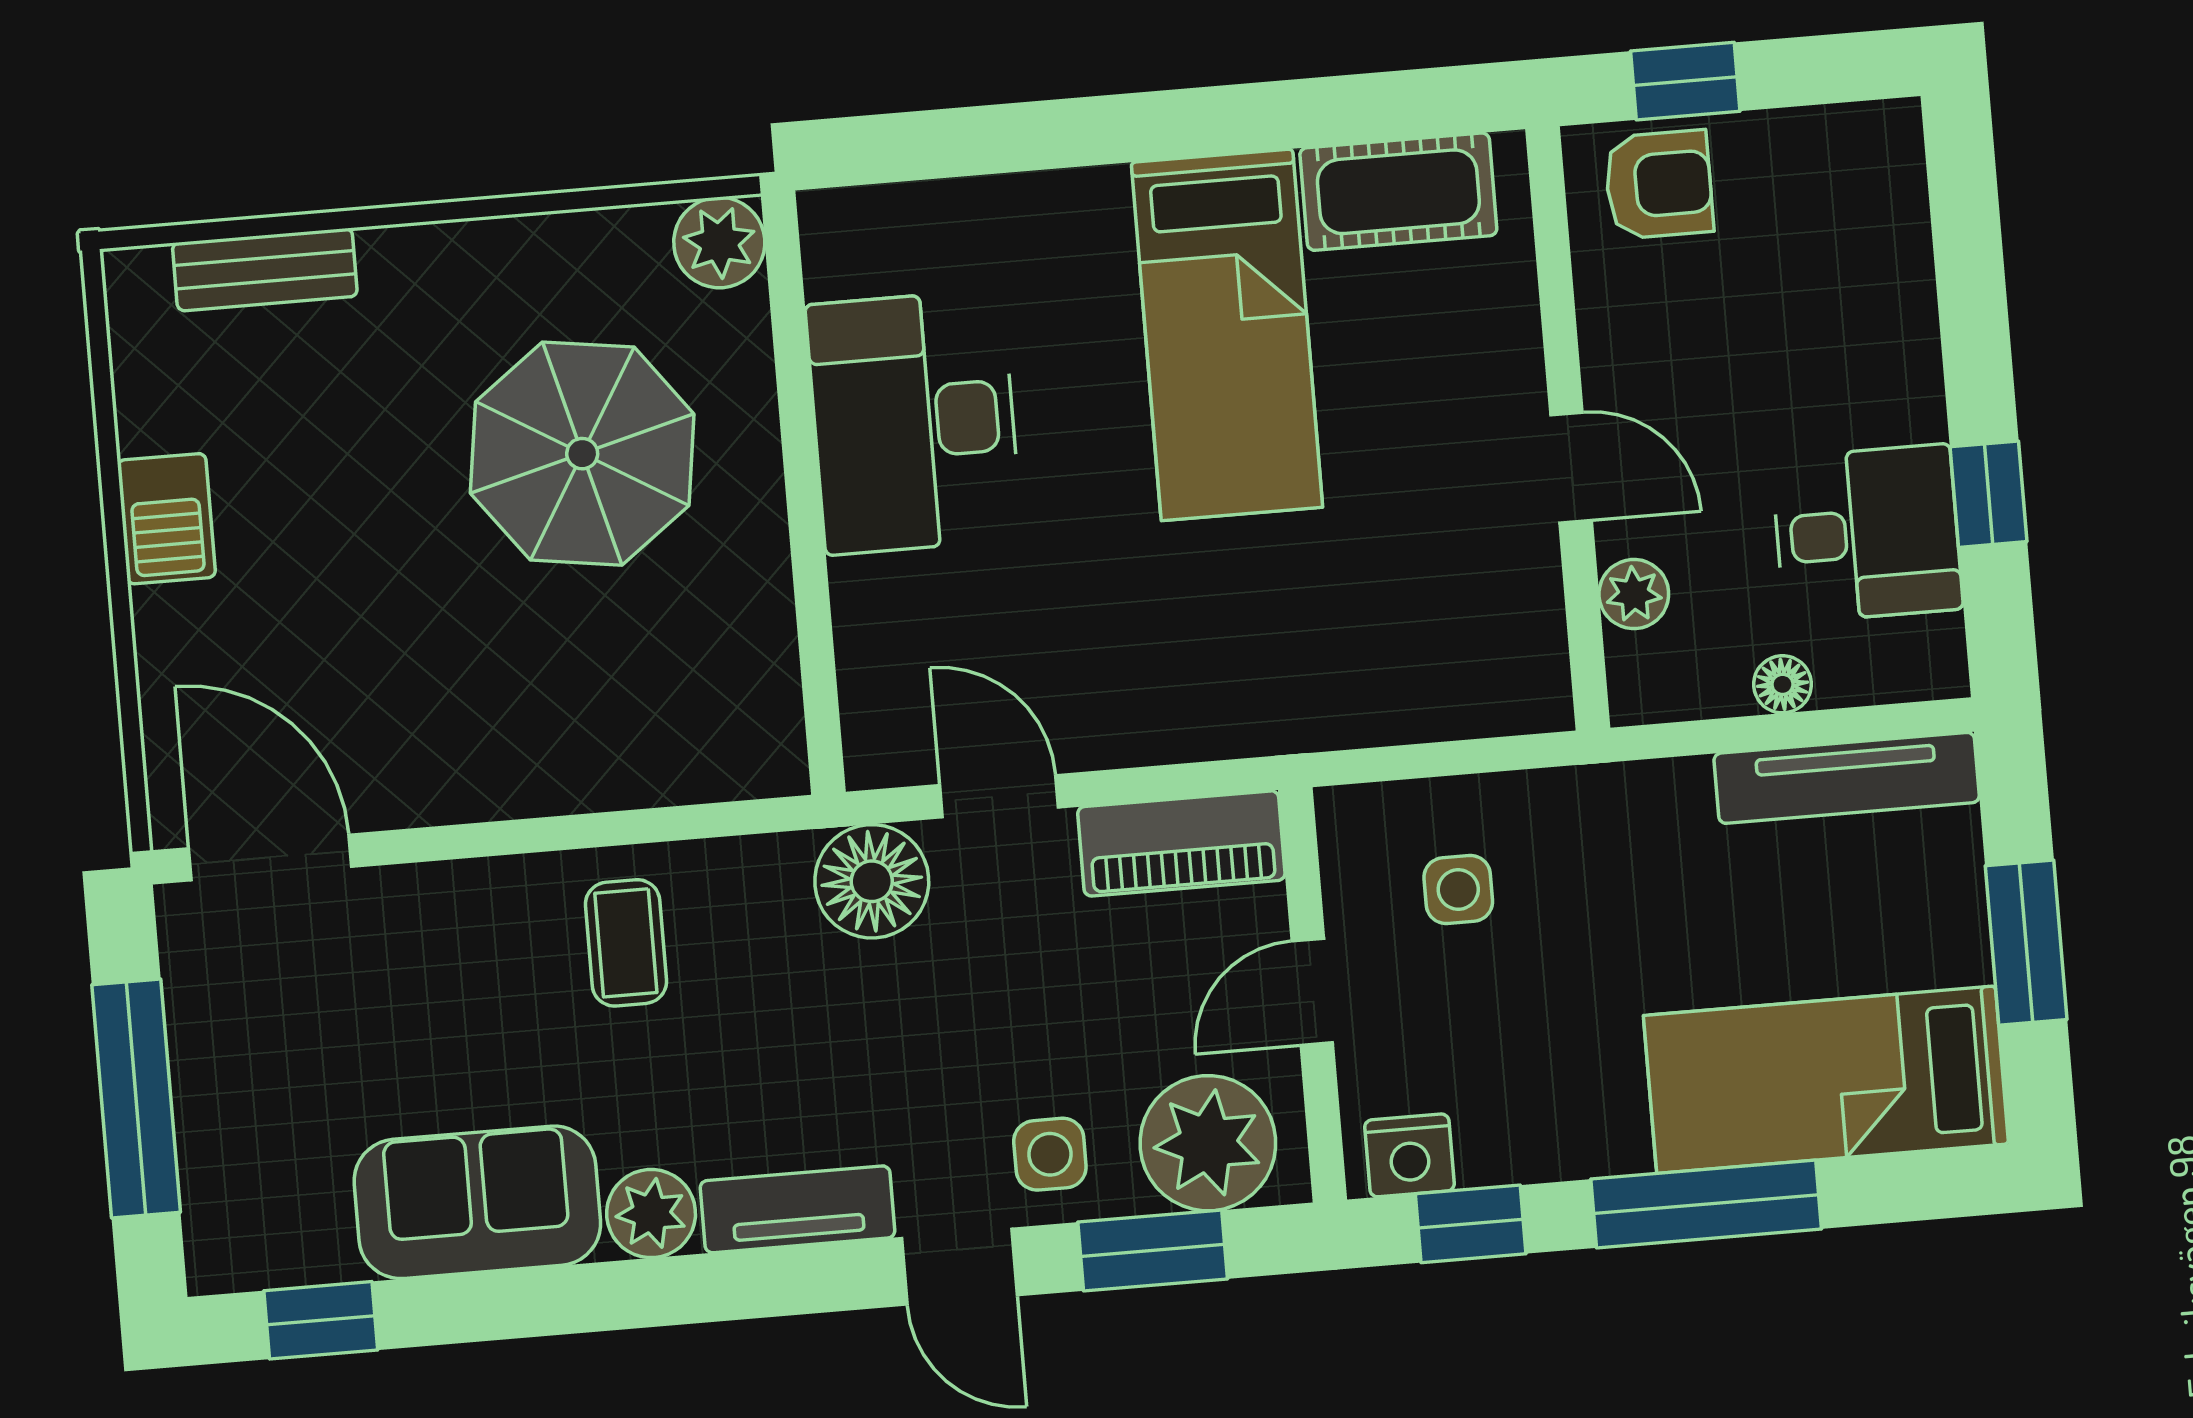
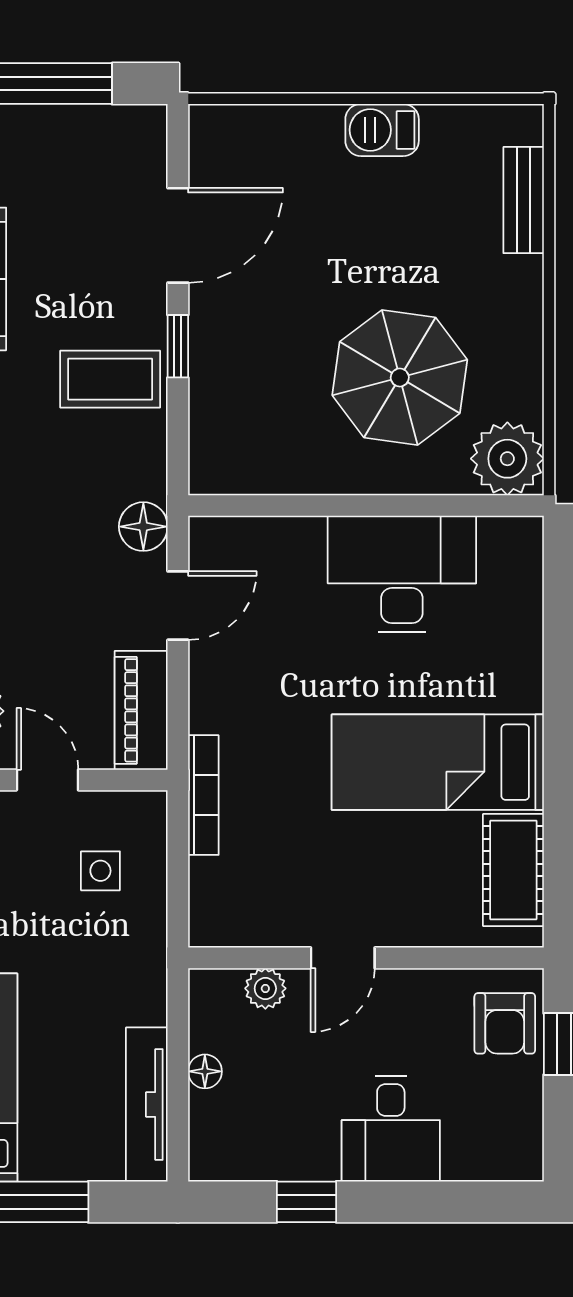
plant: (719, 242) -> (507, 459), width x1.36, depth x1.36
desk: (1867, 533) -> (391, 1129), moved
bookcase: (1316, 726) -> (203, 795), added
window: (561, 833) -> (178, 346), added
door: (270, 857) -> (178, 235), moved
floor lamp: (872, 881) -> (143, 527), width x0.73, depth x0.73
coffee table: (626, 943) -> (110, 379), width x1.36, depth x1.30

